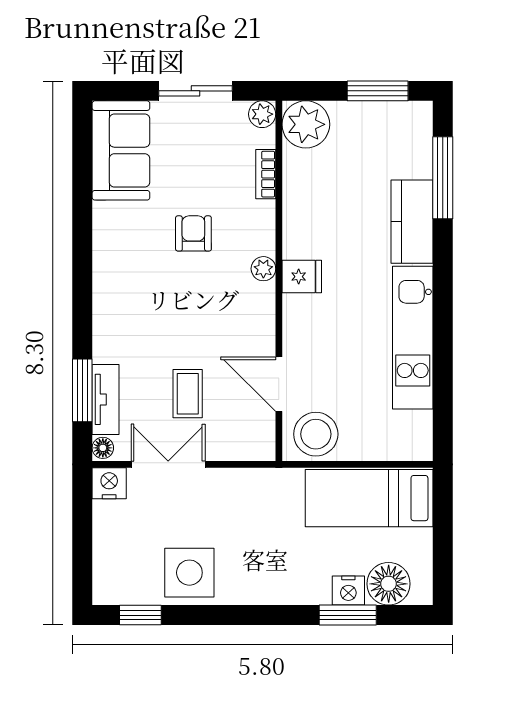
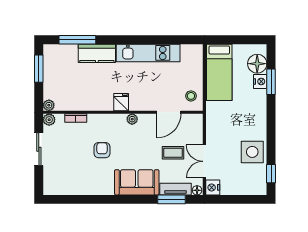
plant: (306, 124) -> (49, 105), width x0.53, depth x0.53
sofa: (121, 150) -> (137, 182), moved
armchair: (193, 233) -> (102, 150), turned 90
plant: (263, 269) -> (132, 119), moved
stool: (316, 434) -> (191, 96), width x0.53, depth x0.53

